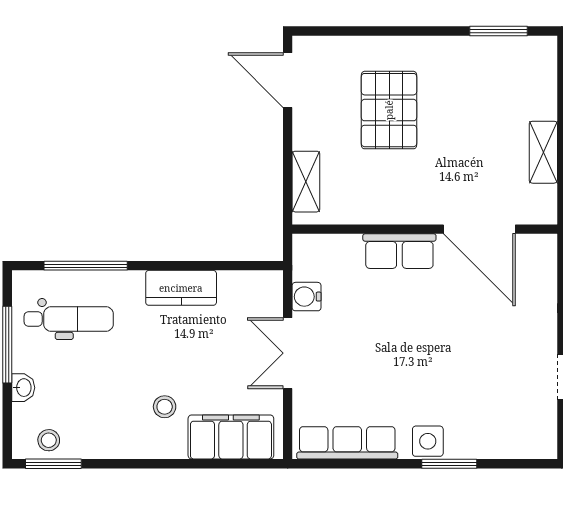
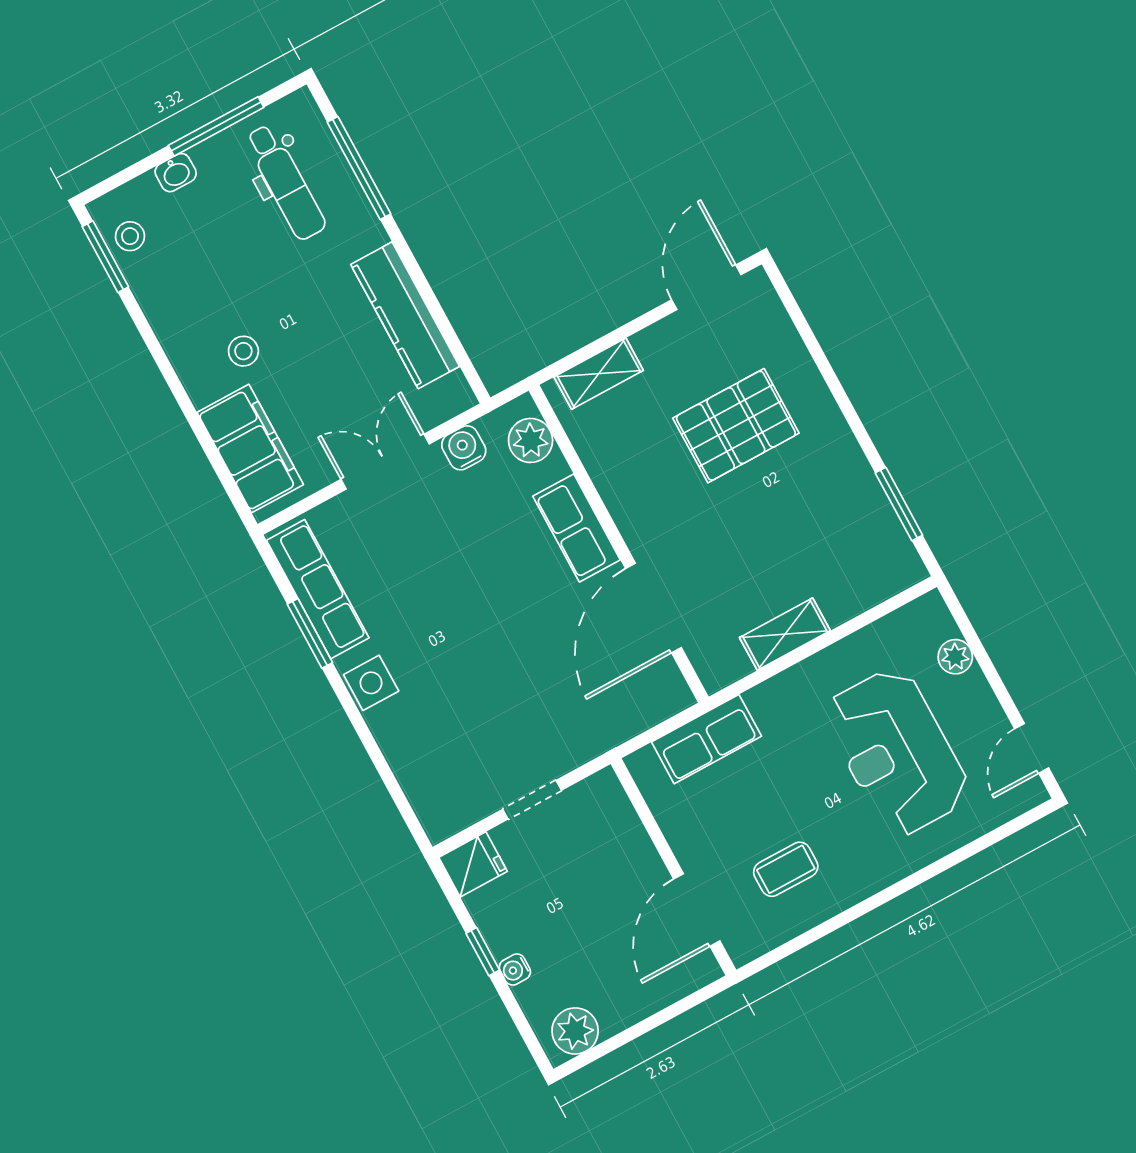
plant: (326, 250) -> (531, 440), added
kitchen counter: (181, 288) -> (405, 315), width x1.50
window: (449, 464) -> (310, 633), moved

